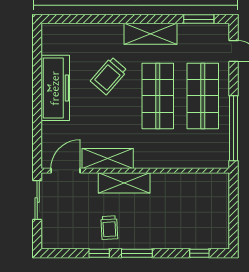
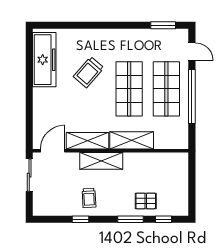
shelving: (150, 34) -> (132, 140), moved
freezer: (55, 88) -> (44, 60), moved
window: (234, 128) -> (192, 96), moved
pallet: (178, 231) -> (146, 201), added
window: (137, 253) -> (130, 219), moved

